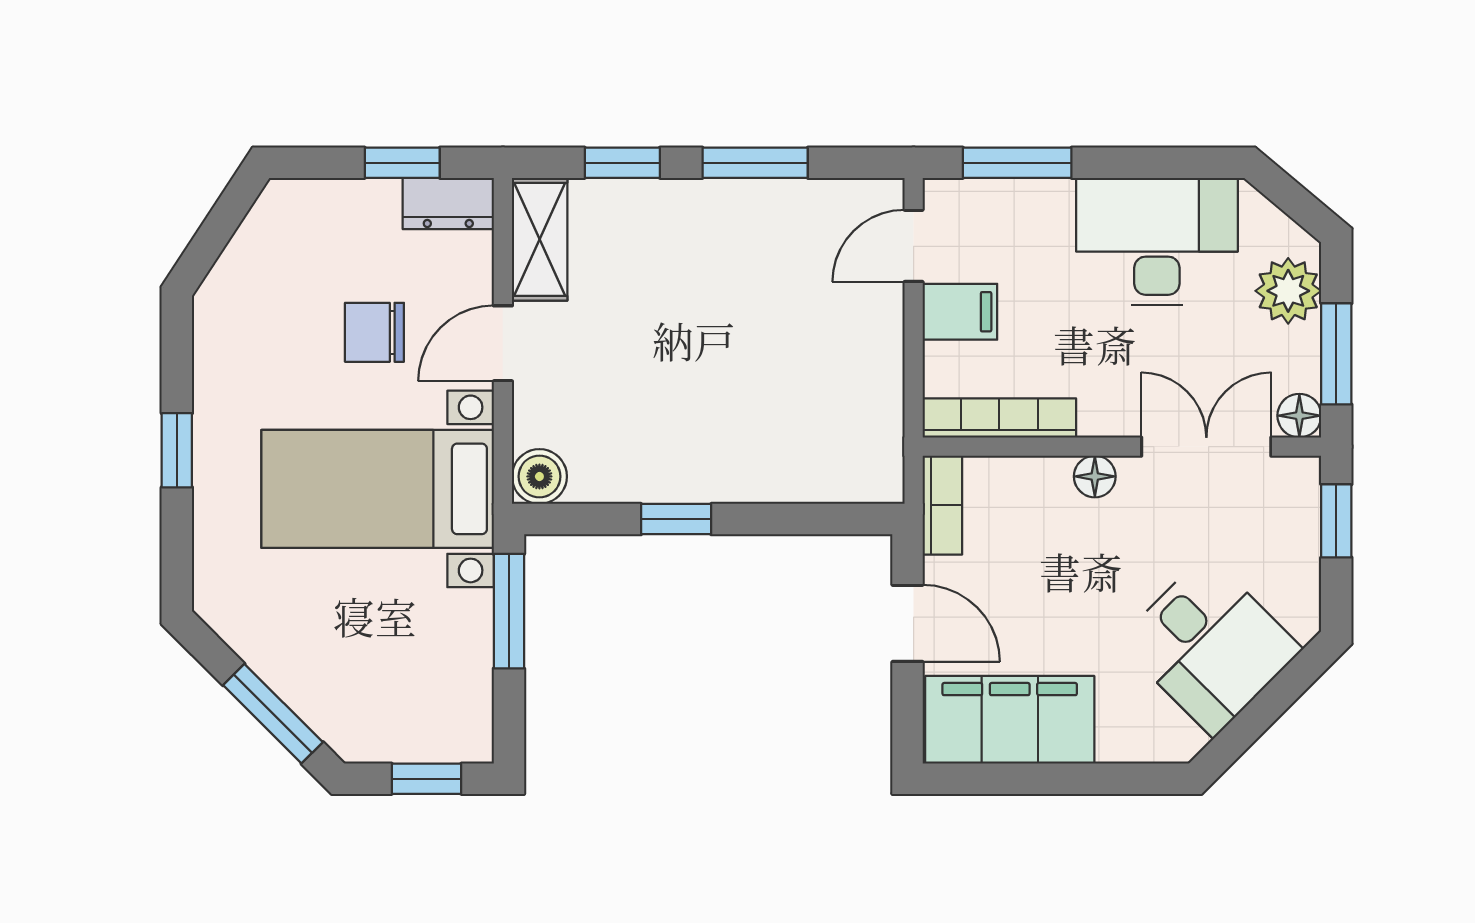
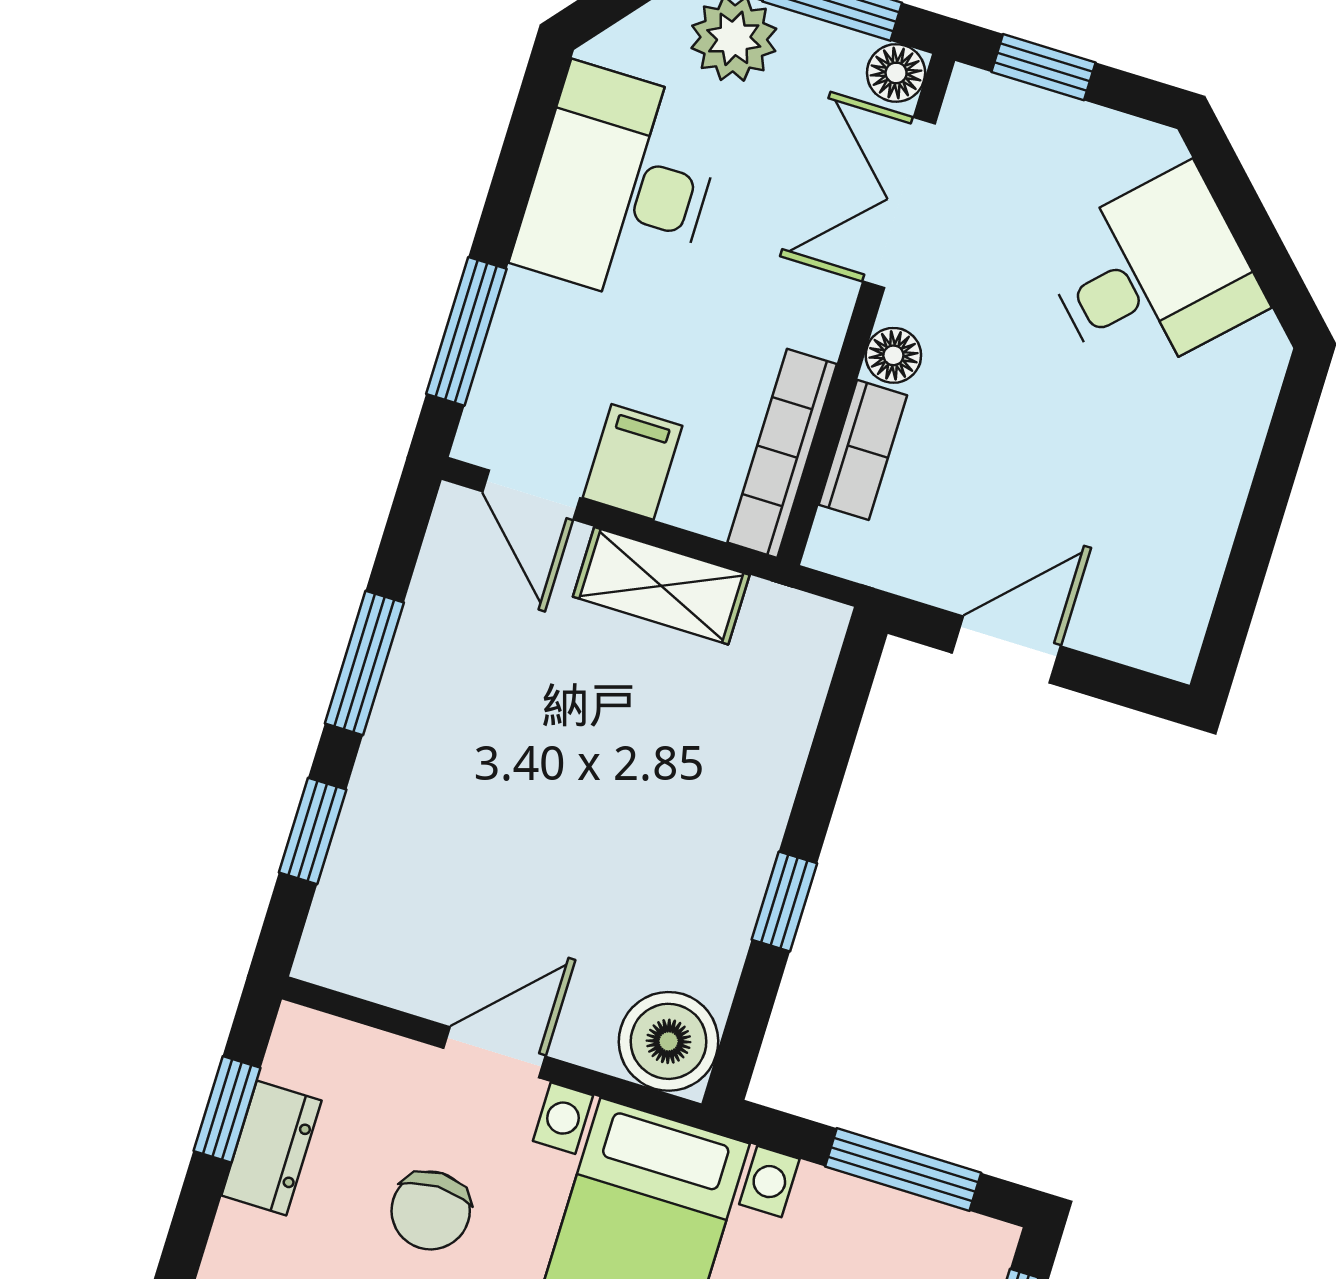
dresser: (448, 203) -> (272, 1148), moved
shelving: (540, 239) -> (661, 586), moved
door: (503, 343) -> (495, 1052), swing flipped
boiler: (539, 476) -> (669, 1041), width x1.36, depth x1.36
bookcase: (942, 505) -> (863, 450), moved, turned 90
window: (509, 611) -> (903, 1170), moved
filing cabinet: (1010, 720) -> (1168, 558), removed

